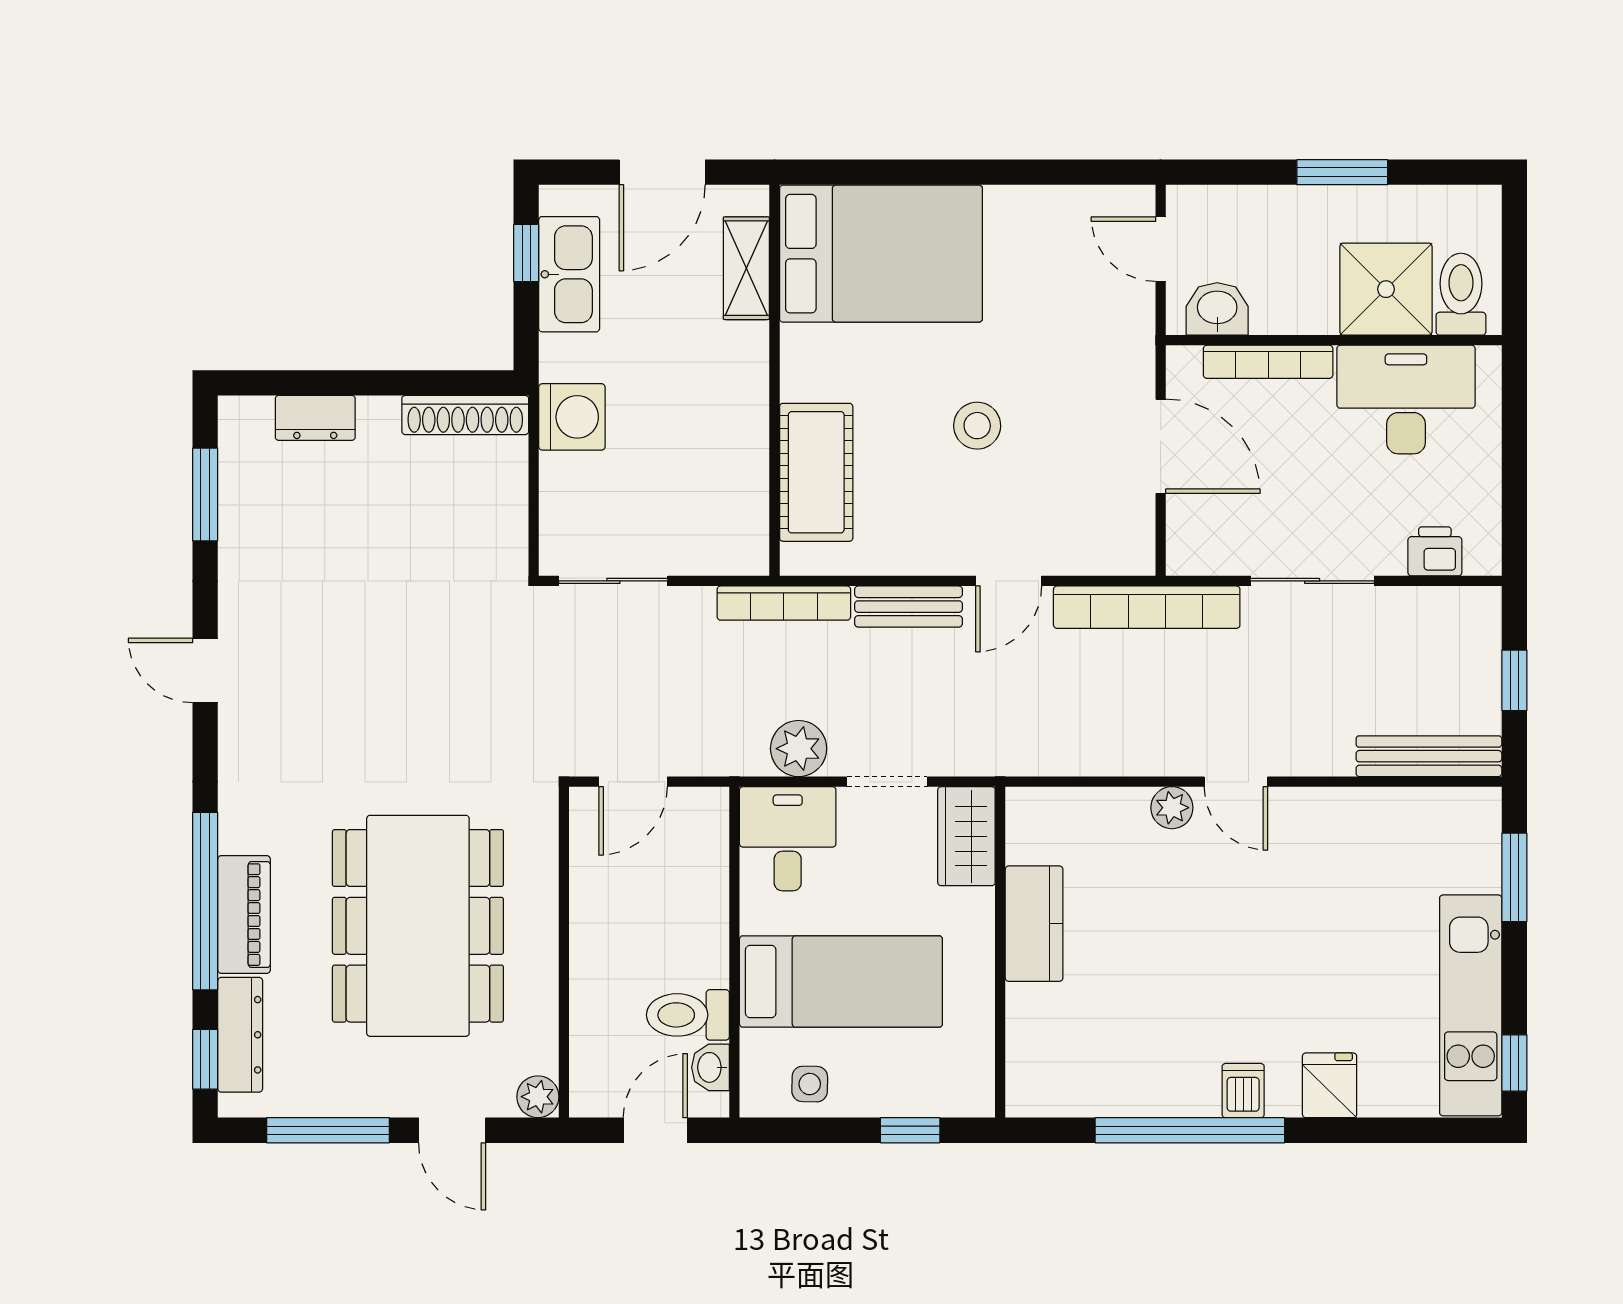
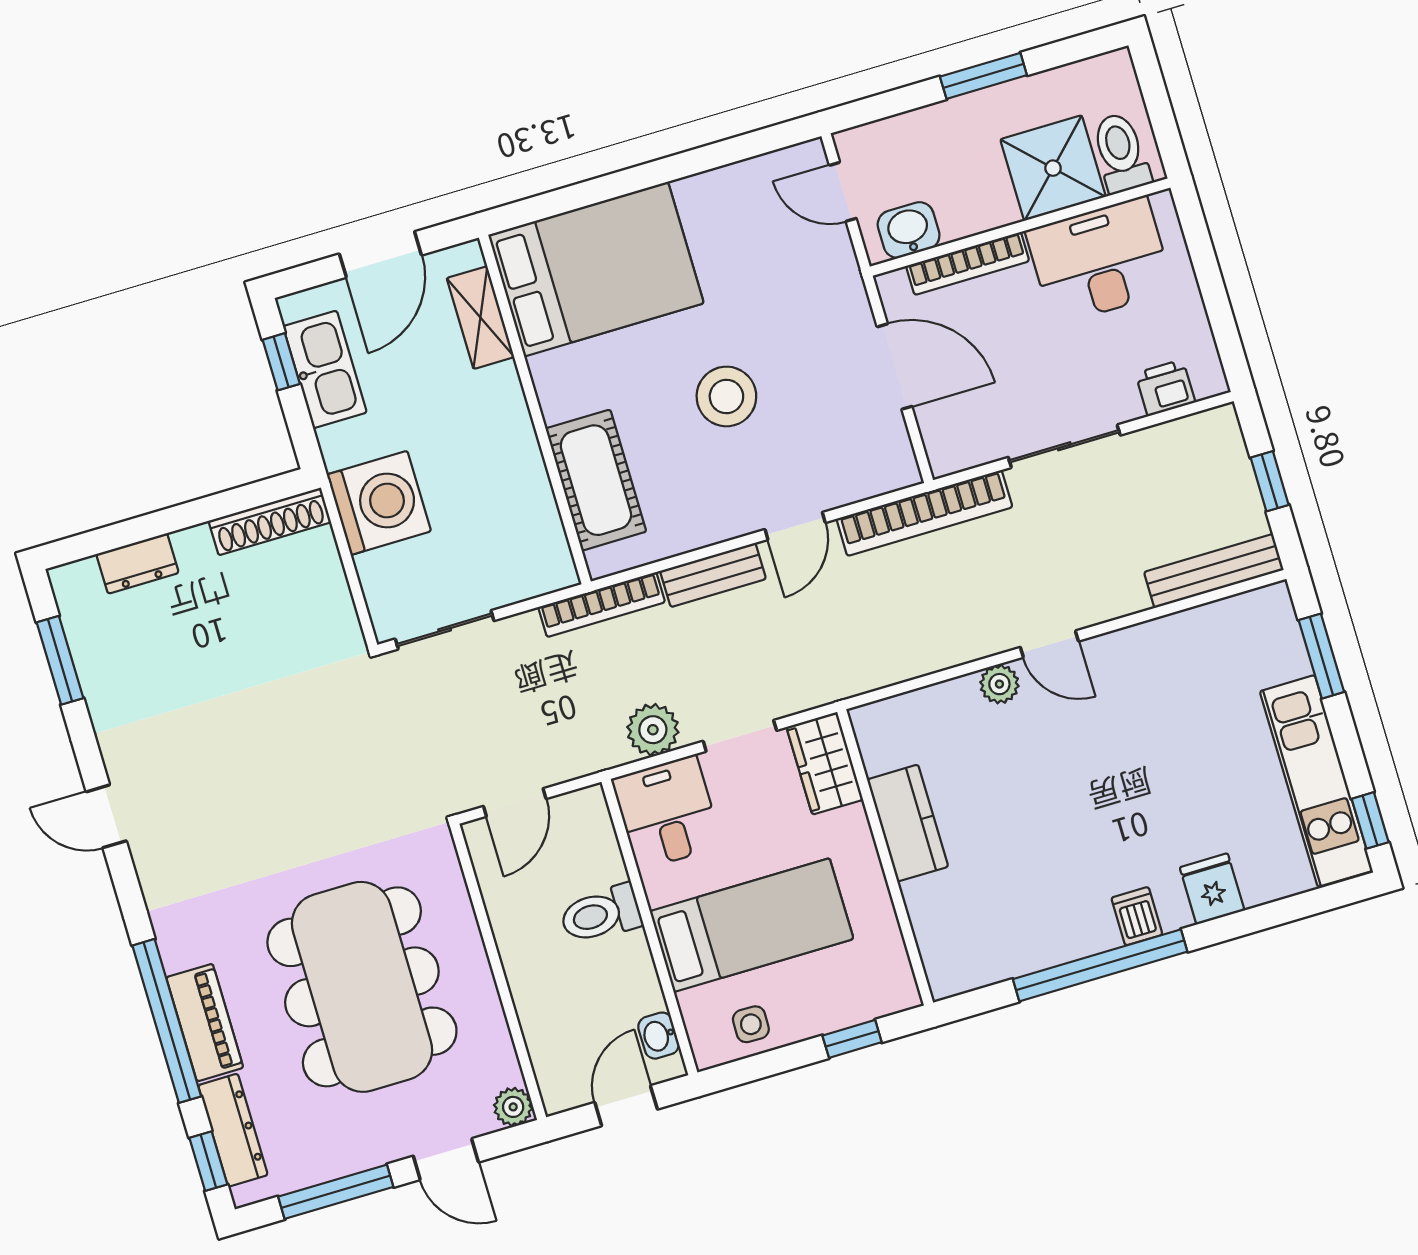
washing machine: (572, 417) -> (379, 503), width x1.37, depth x1.37
stool: (977, 426) -> (726, 396), width x1.38, depth x1.38
toilet: (688, 1015) -> (601, 914), moved

